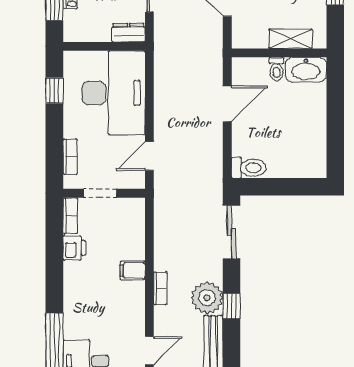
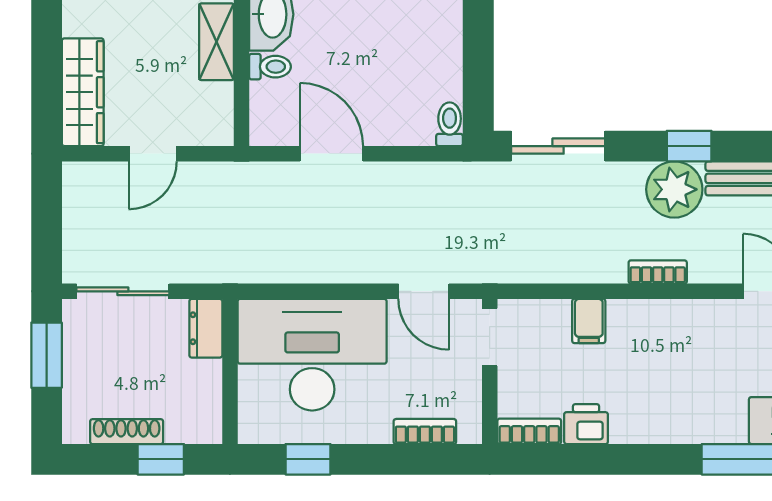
toilet: (249, 168) -> (450, 124), width x0.73, depth x0.72
doorway: (100, 193) -> (490, 337), moved
filing cabinet: (133, 271) -> (589, 321), moved

